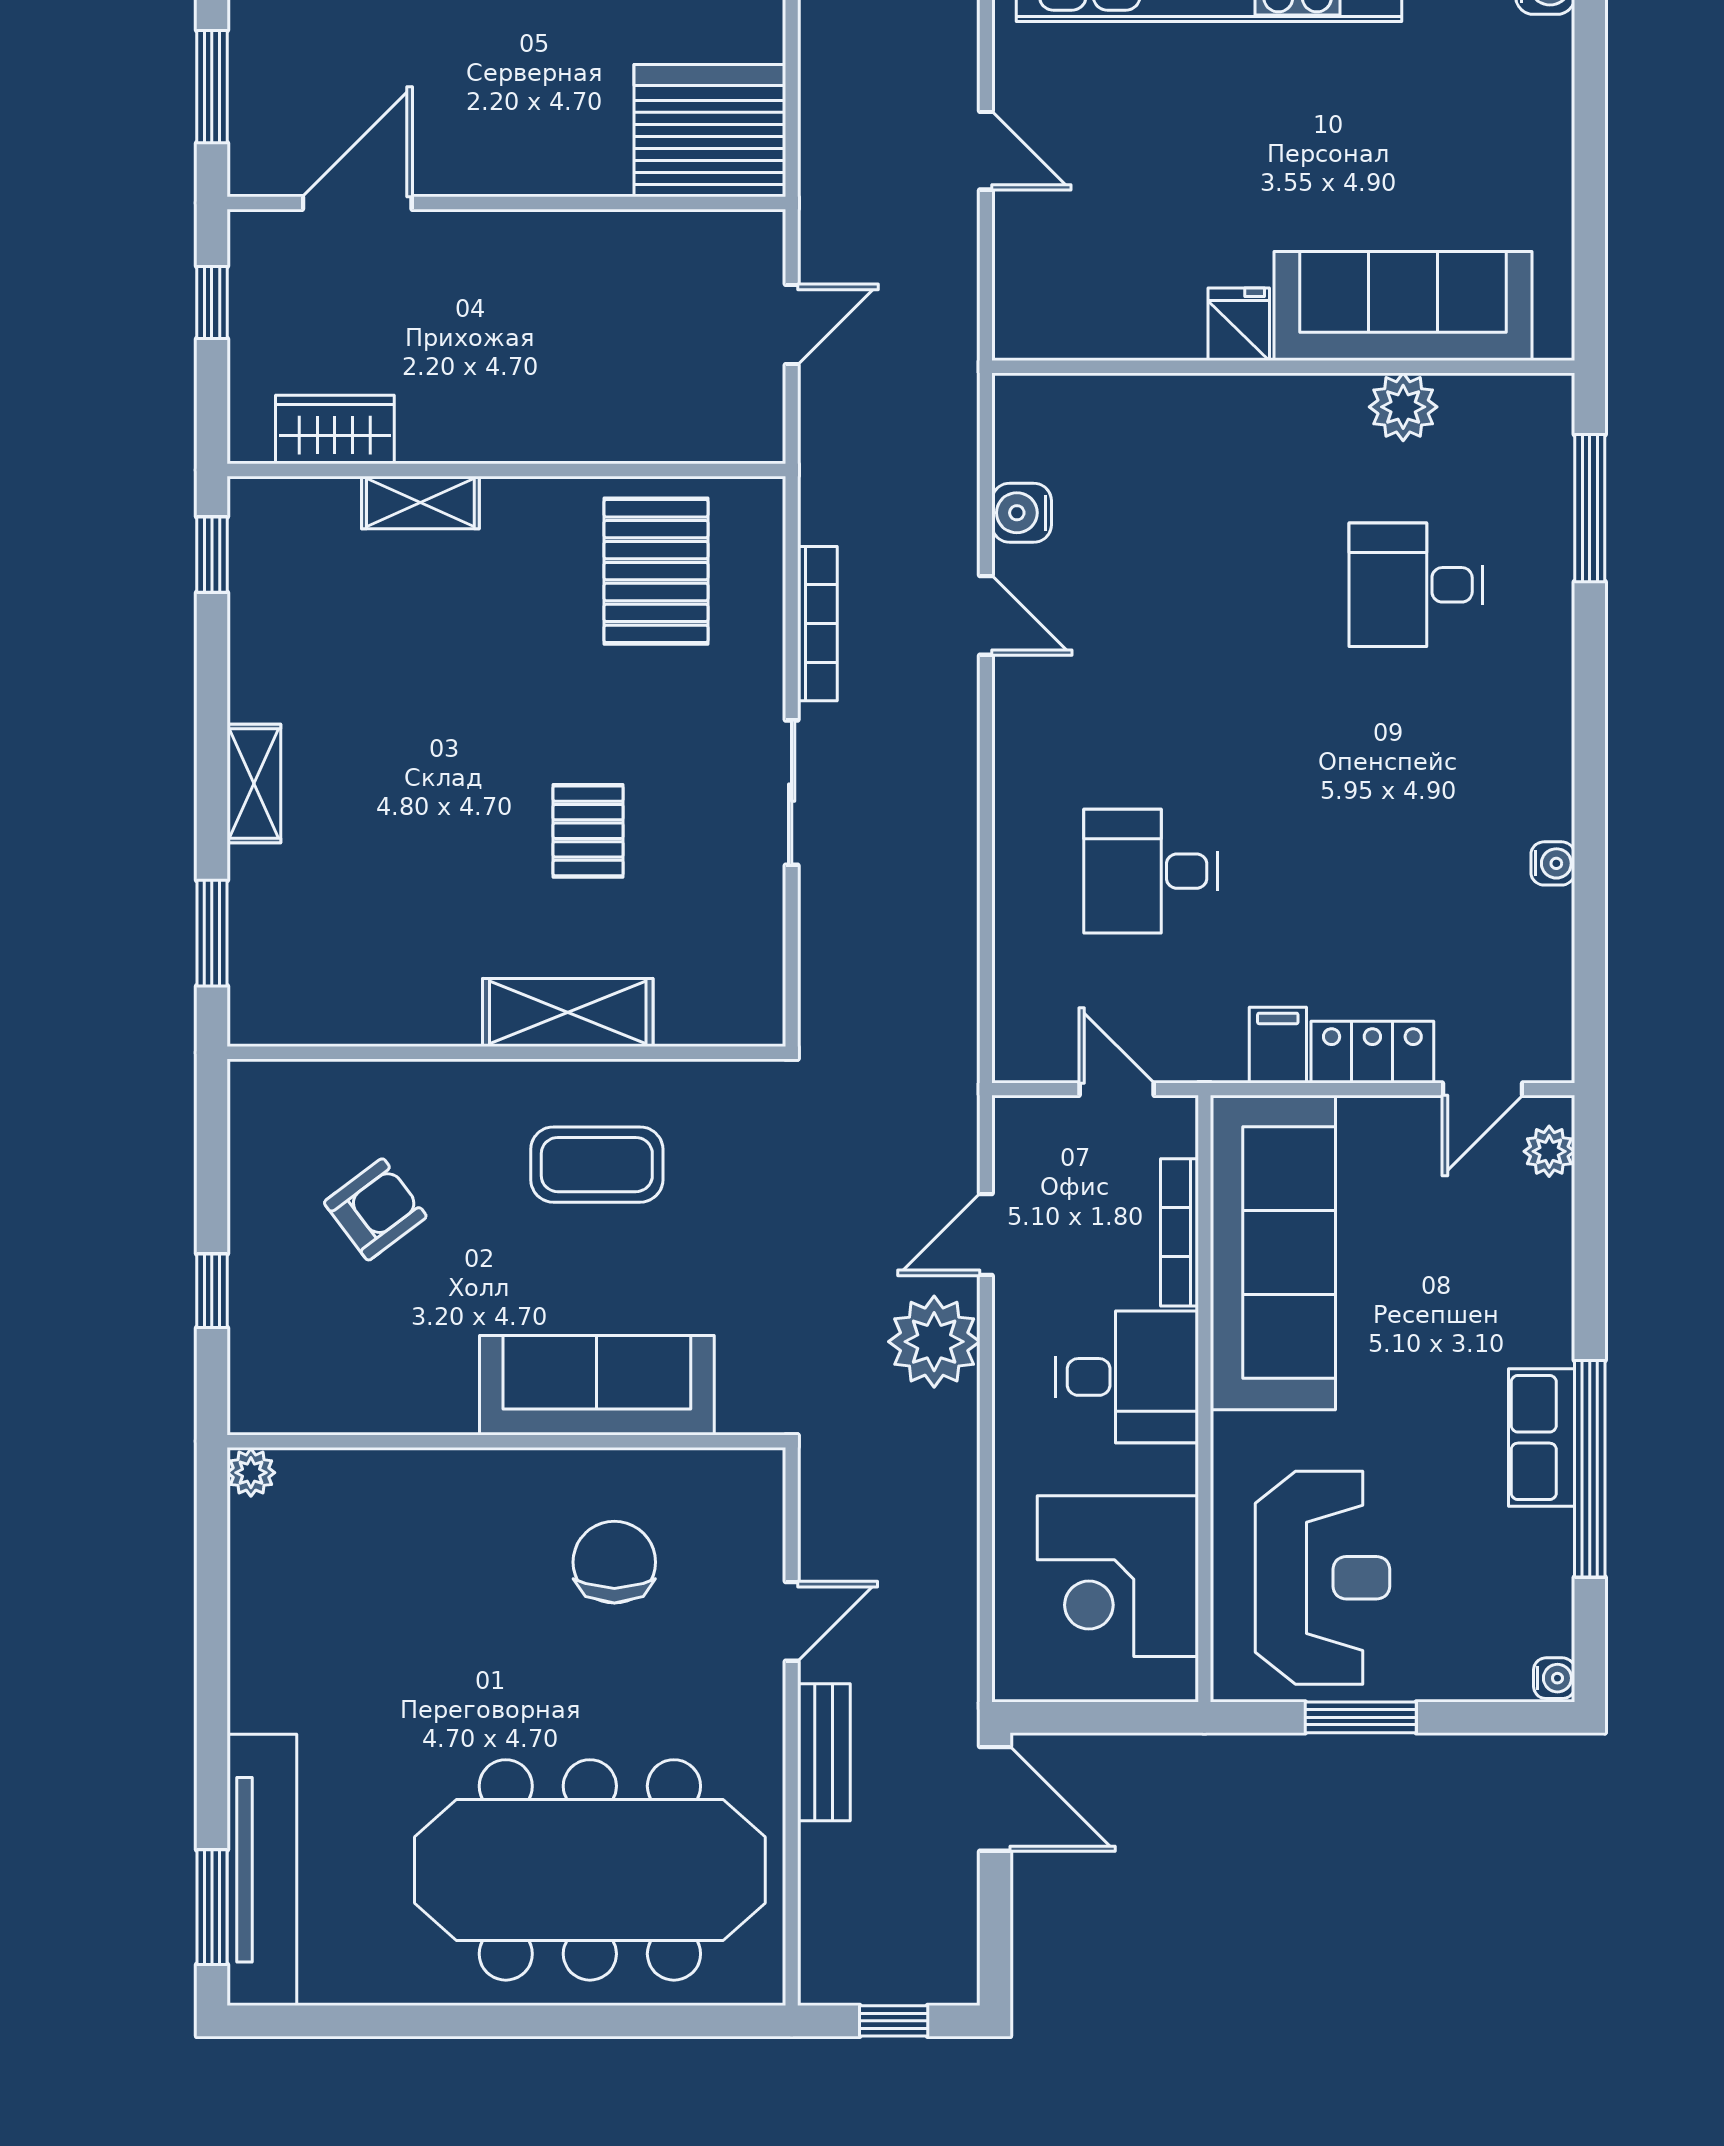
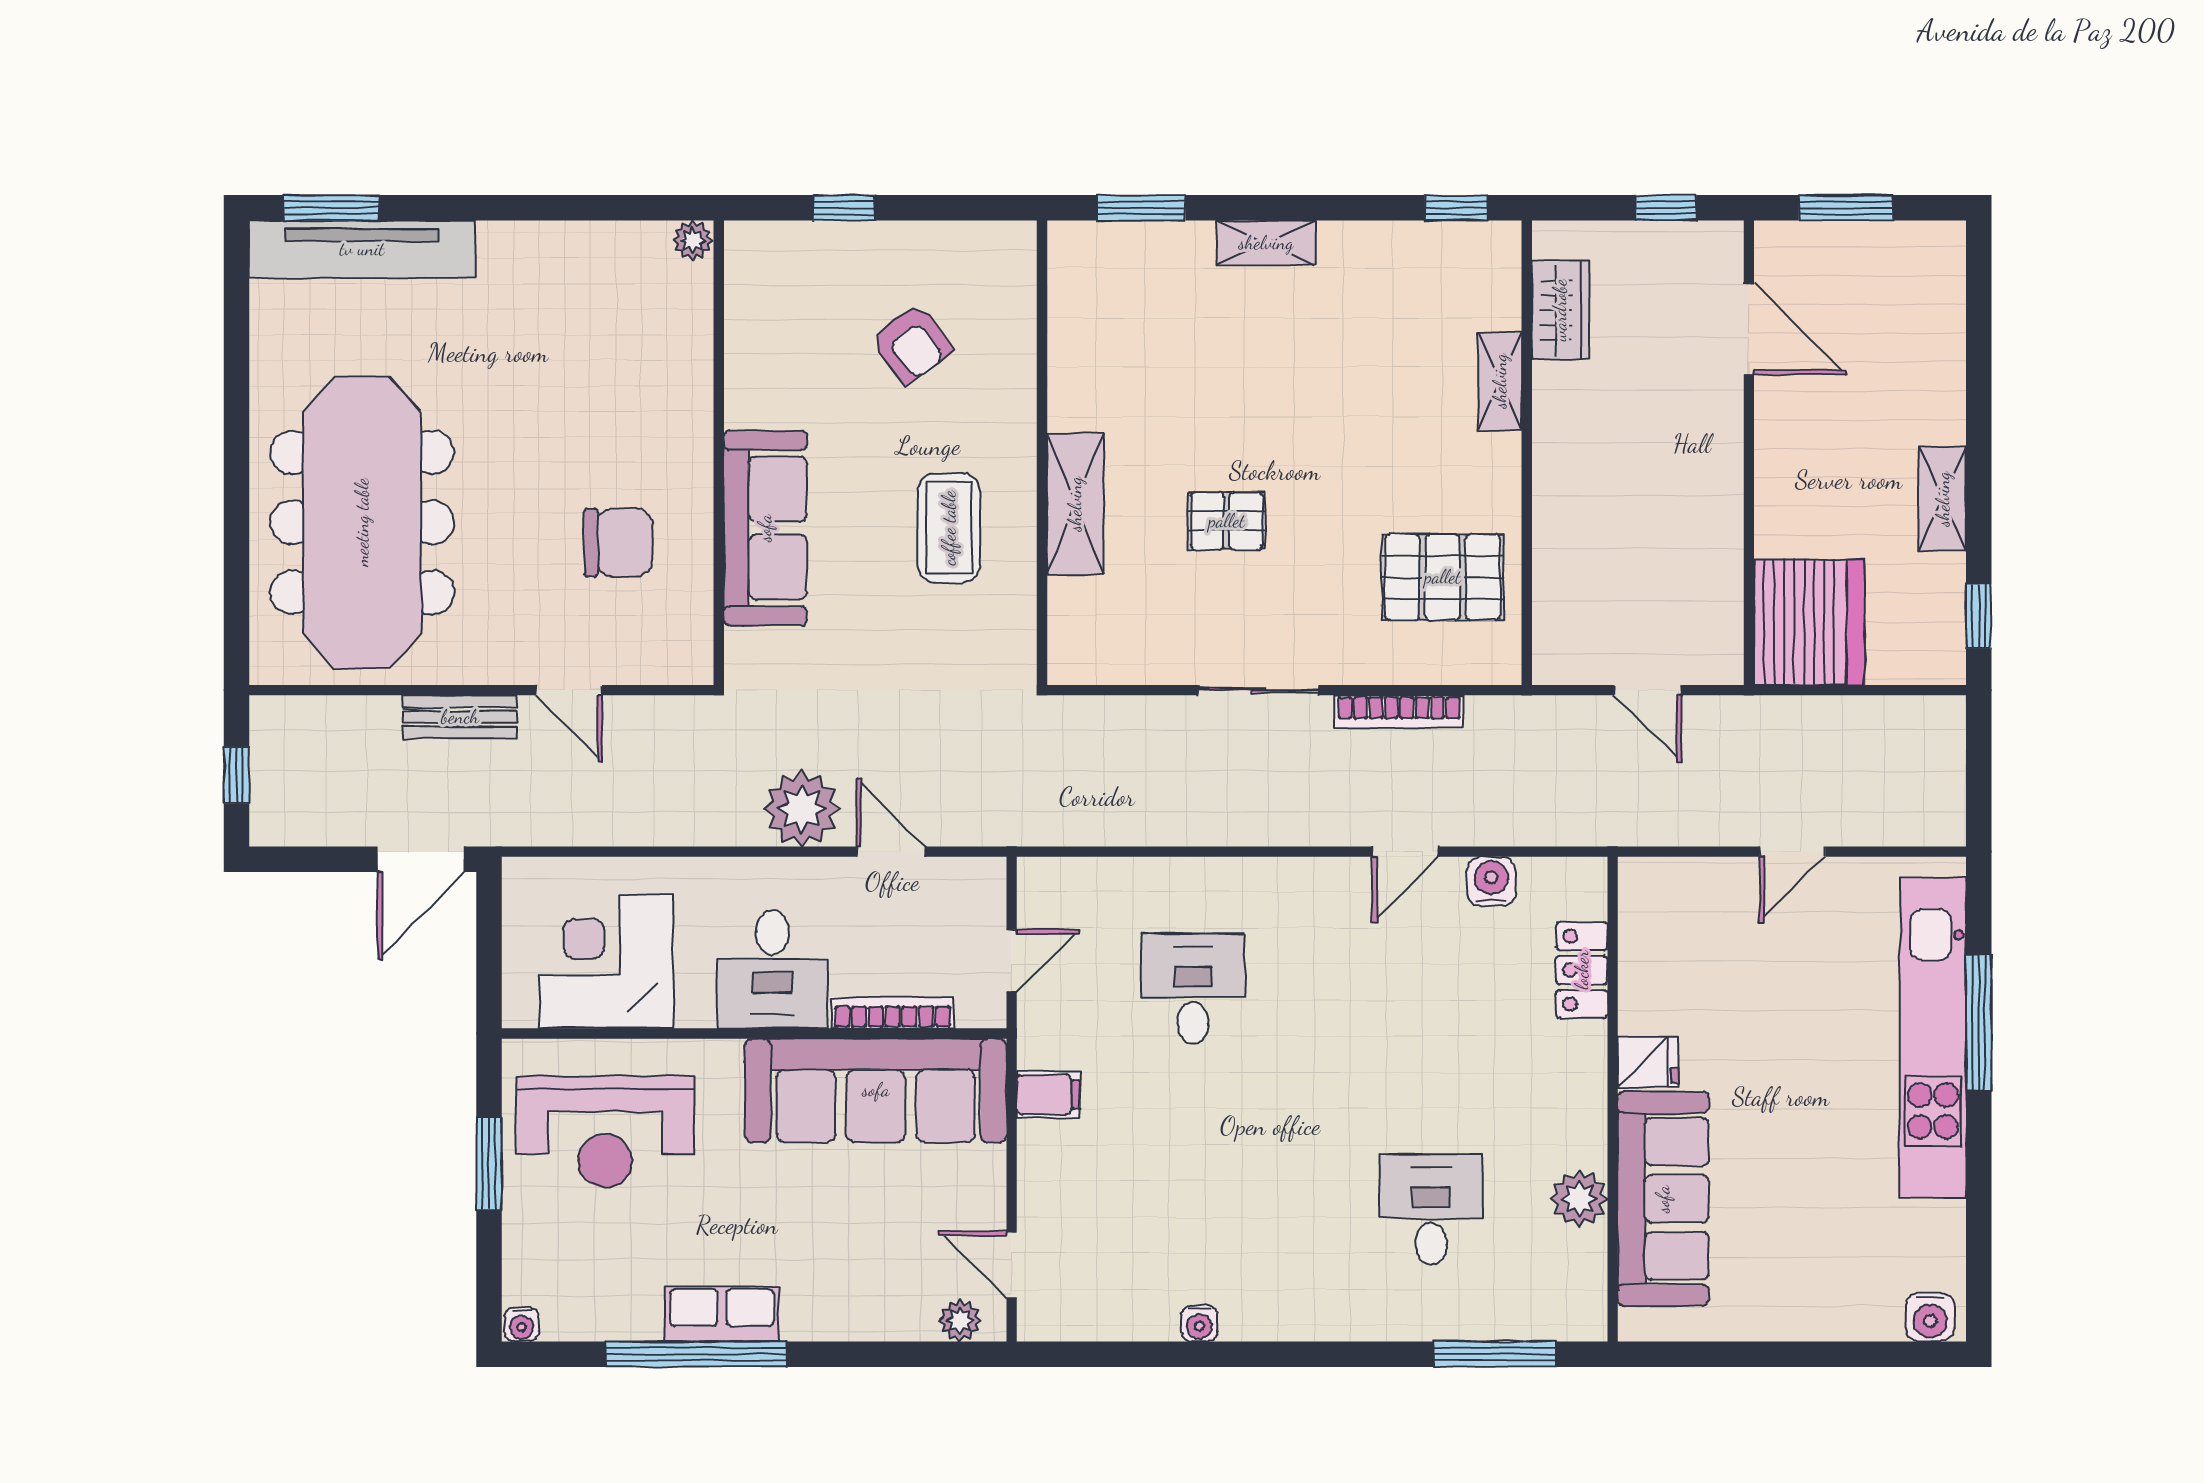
locker: (1372, 1052) -> (1582, 970), moved, turned 180

